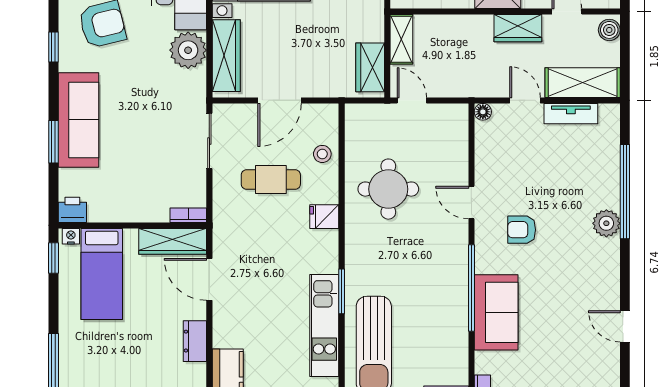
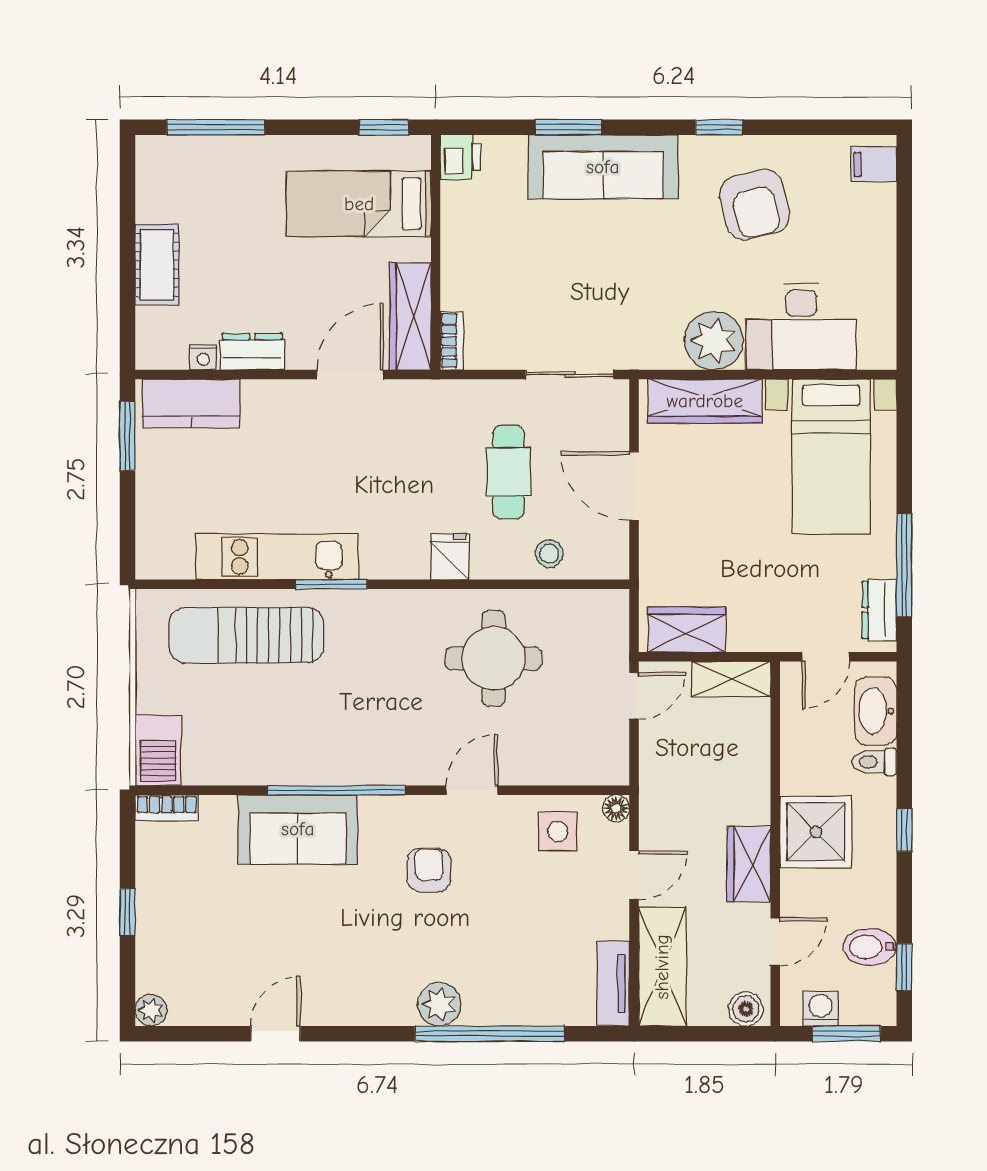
tv unit: (571, 114) -> (613, 984), moved
side table: (497, 148) -> (558, 831), added
nightstand: (71, 236) -> (203, 357), moved, turned 90

